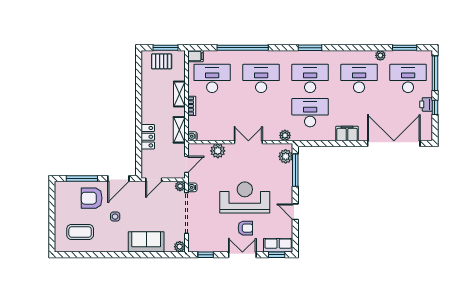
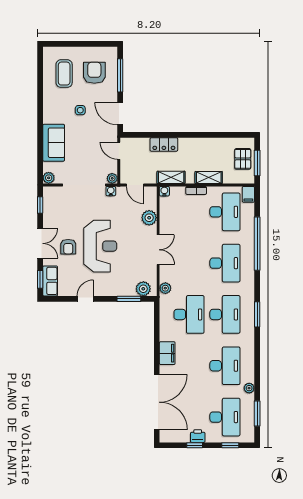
window: (435, 73) -> (230, 445), width x0.46
window: (295, 170) -> (129, 299), width x0.69
armchair: (92, 198) -> (94, 73), moved

